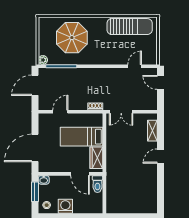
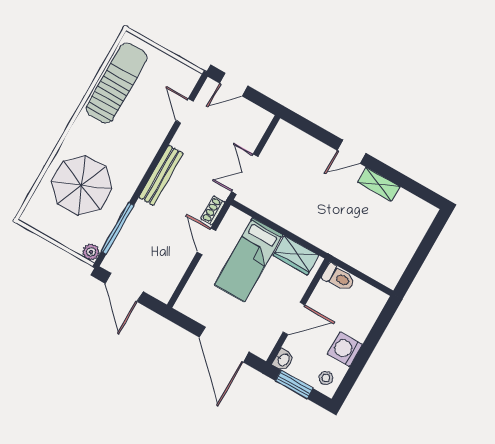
bench: (98, 72) -> (161, 175), added
door: (60, 112) -> (206, 241), moved
double door: (121, 112) -> (245, 174), swing flipped
shelving: (152, 131) -> (379, 184), moved
door: (160, 156) -> (352, 152), hinge flipped
door: (80, 174) -> (294, 318), moved

